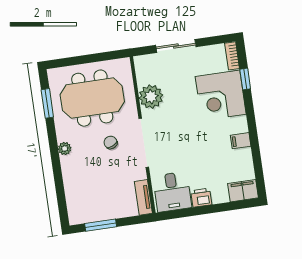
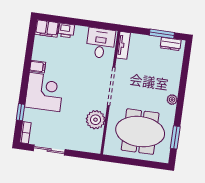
sliding door: (176, 46) -> (49, 150), moved
corner desk: (221, 95) -> (44, 92), moved
chair: (111, 142) -> (136, 94), removed
printer: (201, 198) -> (66, 30), moved
dresser: (86, 216) -> (171, 44), added

